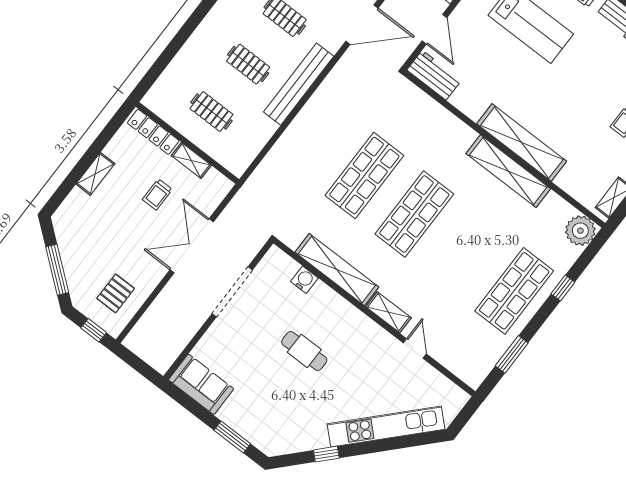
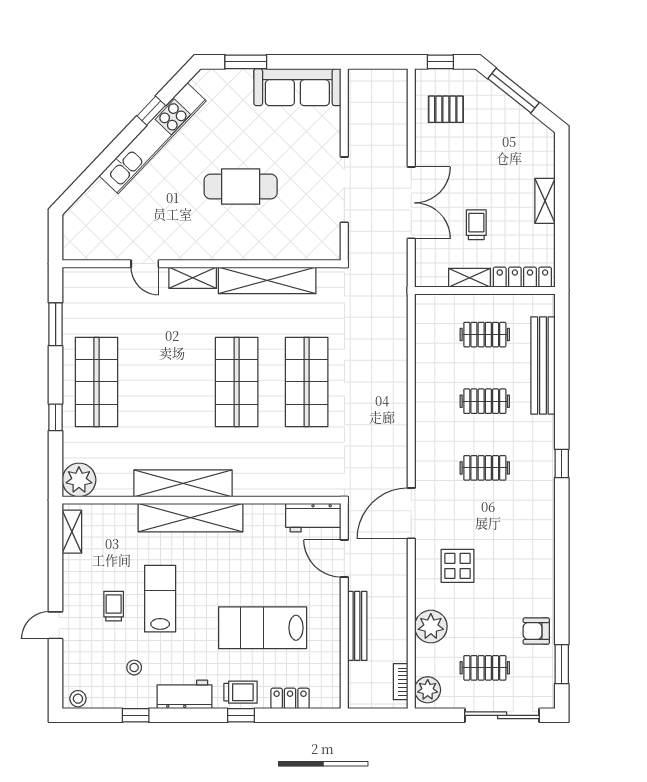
bench: (299, 84) -> (543, 365), moved
lab bench: (588, 102) -> (160, 599), added
water cooler: (304, 280) -> (289, 249), removed
pallet: (116, 293) -> (446, 109), turned 90
cafe table: (304, 351) -> (241, 186), width x1.37, depth x1.35
sofa: (201, 384) -> (297, 87), width x1.36
kitchen unit: (386, 426) -> (153, 138), moved

